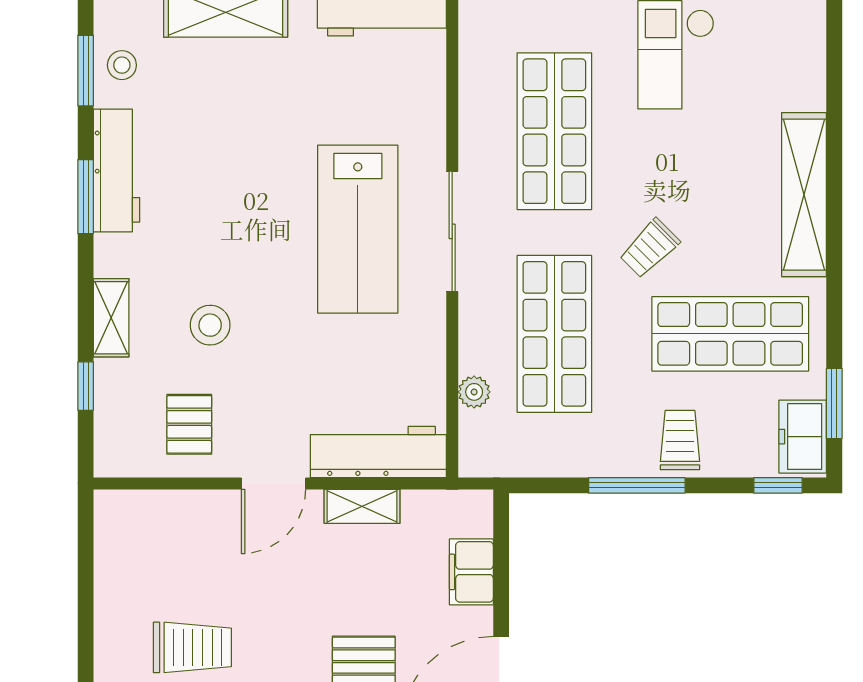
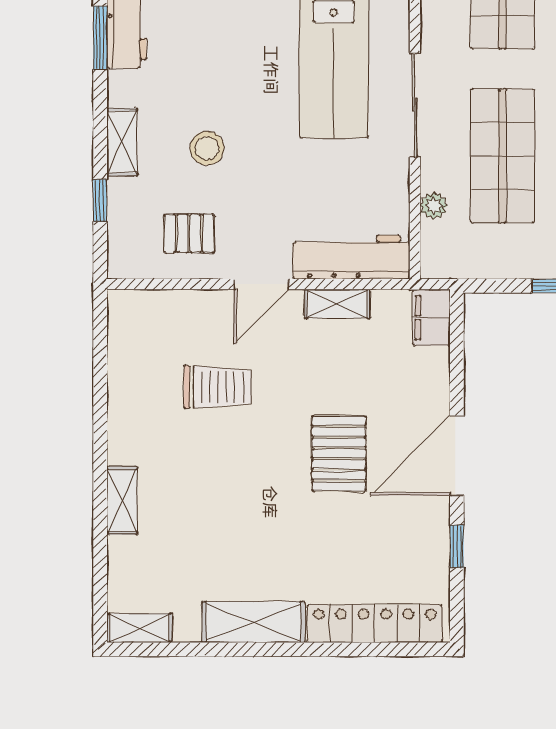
sliding door: (452, 231) -> (415, 105), moved
pallet: (189, 424) -> (189, 233), turned 90
filing cabinet: (471, 572) -> (431, 317), moved
trolley: (192, 647) -> (218, 387), moved

